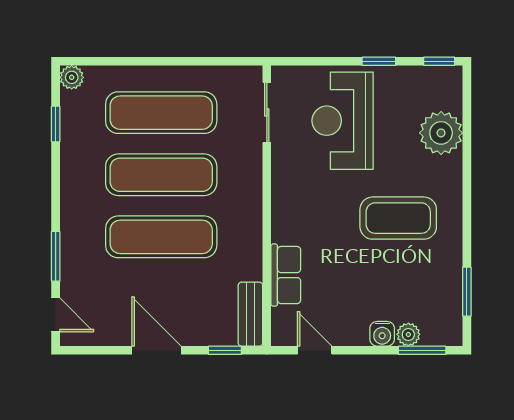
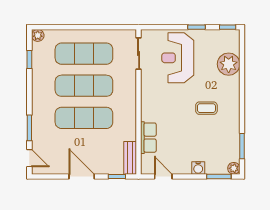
coffee table: (398, 218) -> (206, 108), width x0.54, depth x0.58
plant: (408, 334) -> (234, 168), moved

